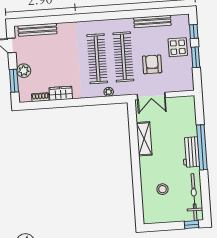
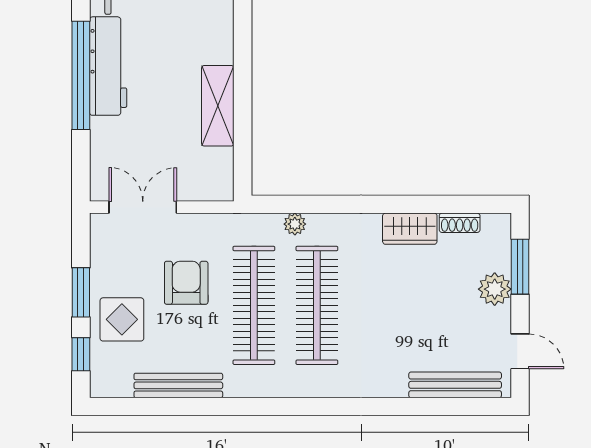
armchair: (152, 64) -> (186, 283), turned 180
double door: (151, 96) -> (143, 207), moved
workbench: (191, 152) -> (108, 66), width x1.38

